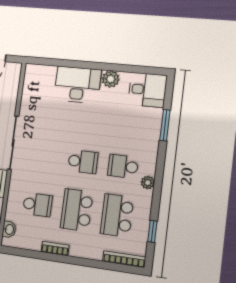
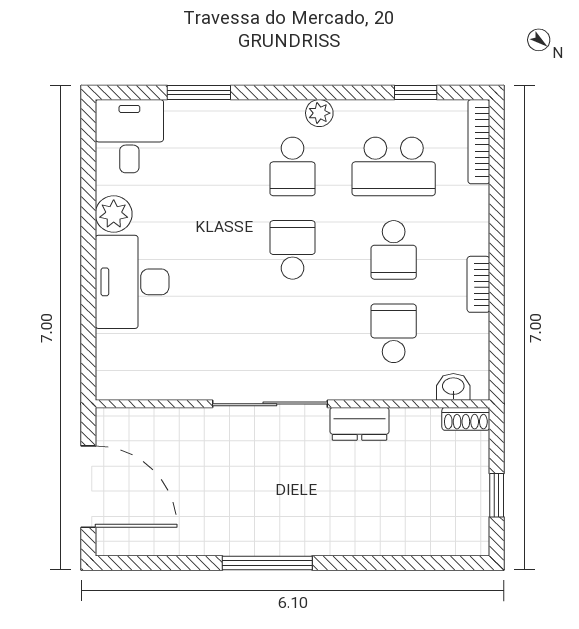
school desk: (77, 210) -> (394, 250), width x0.54

